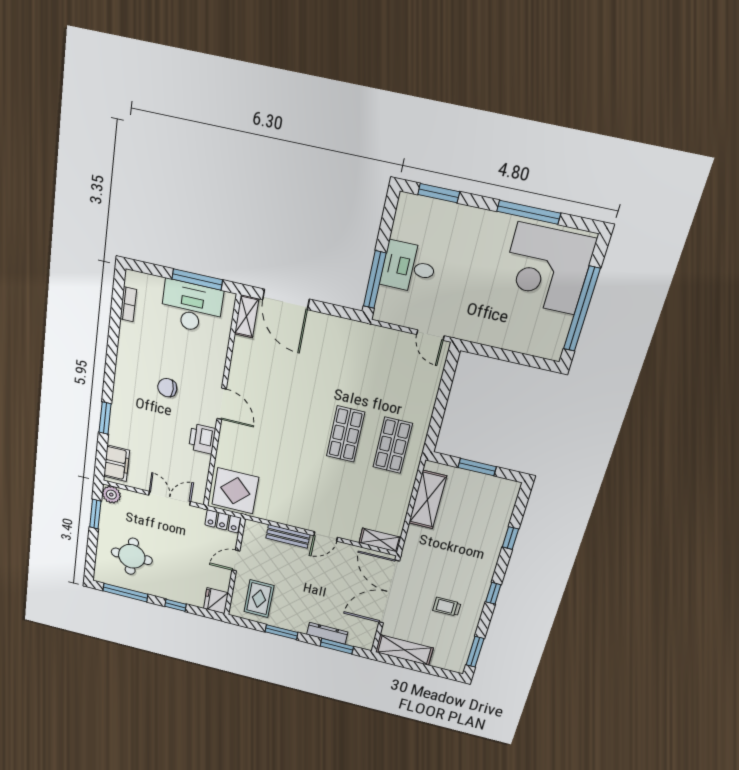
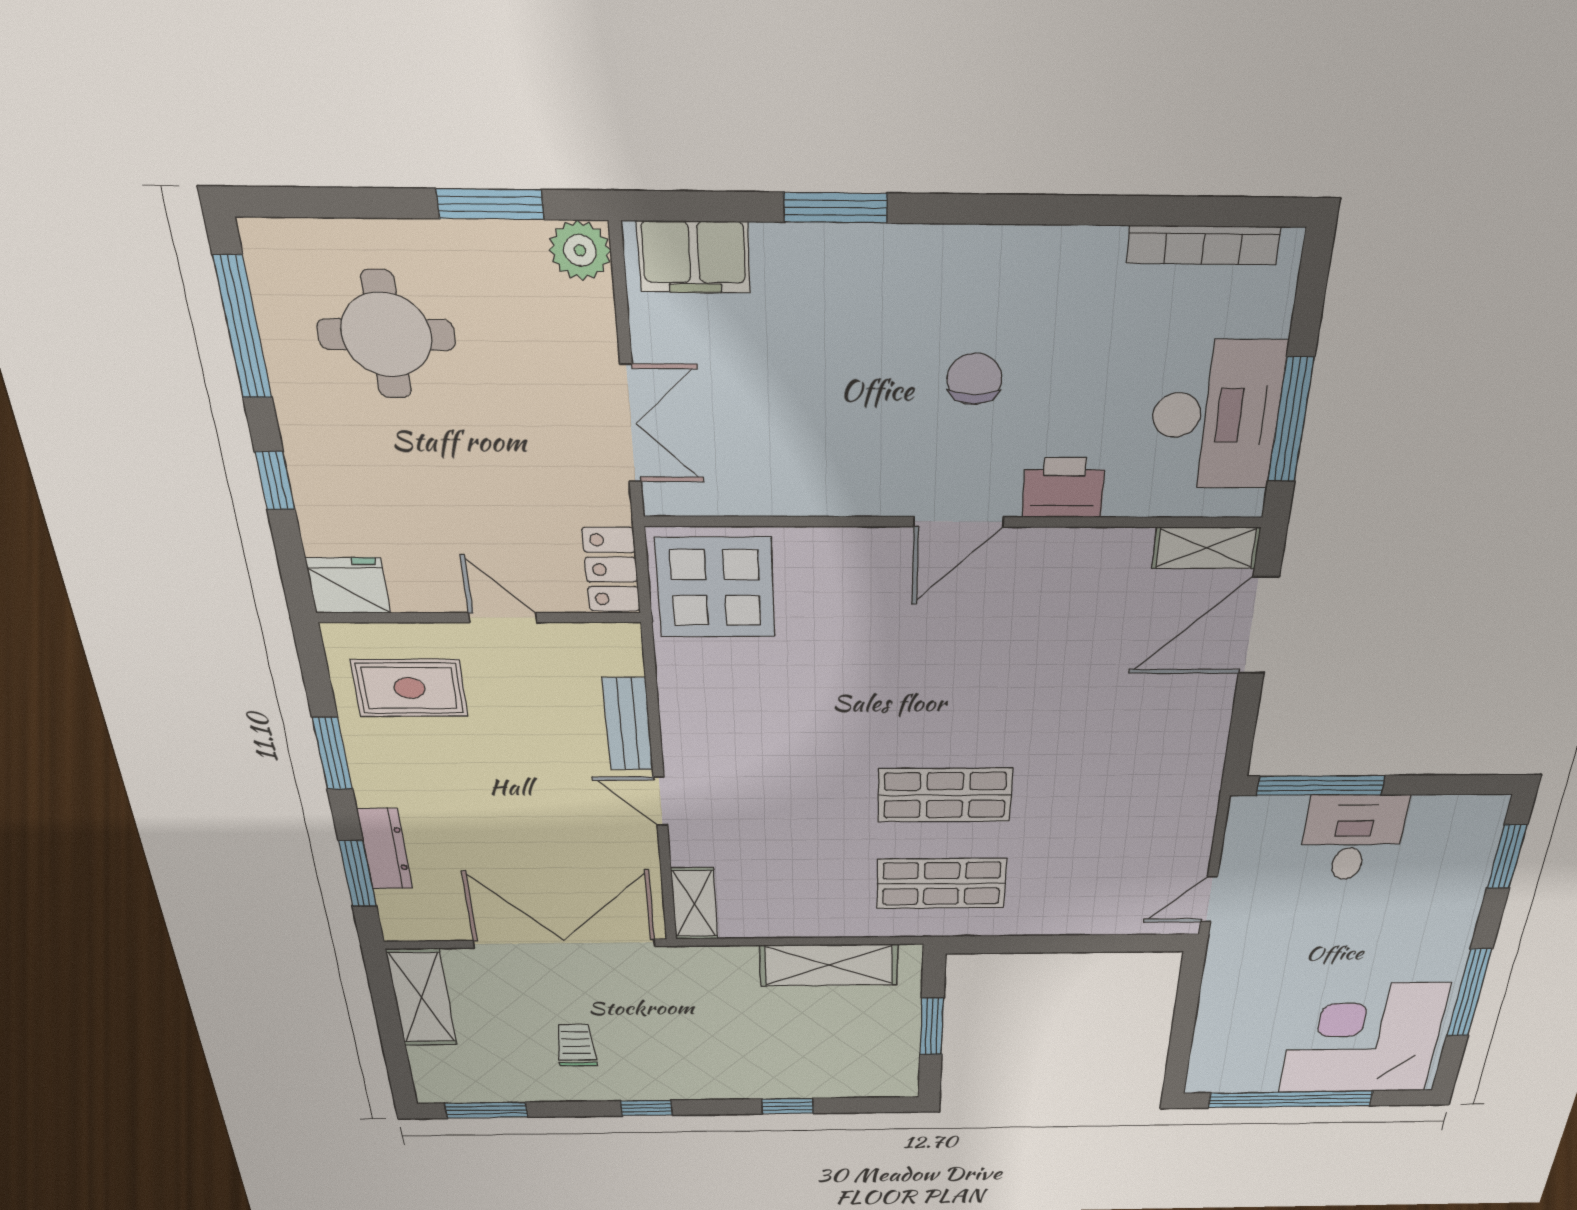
bookcase: (128, 304) -> (1203, 245), width x1.56
printer: (202, 439) -> (1064, 488), moved

